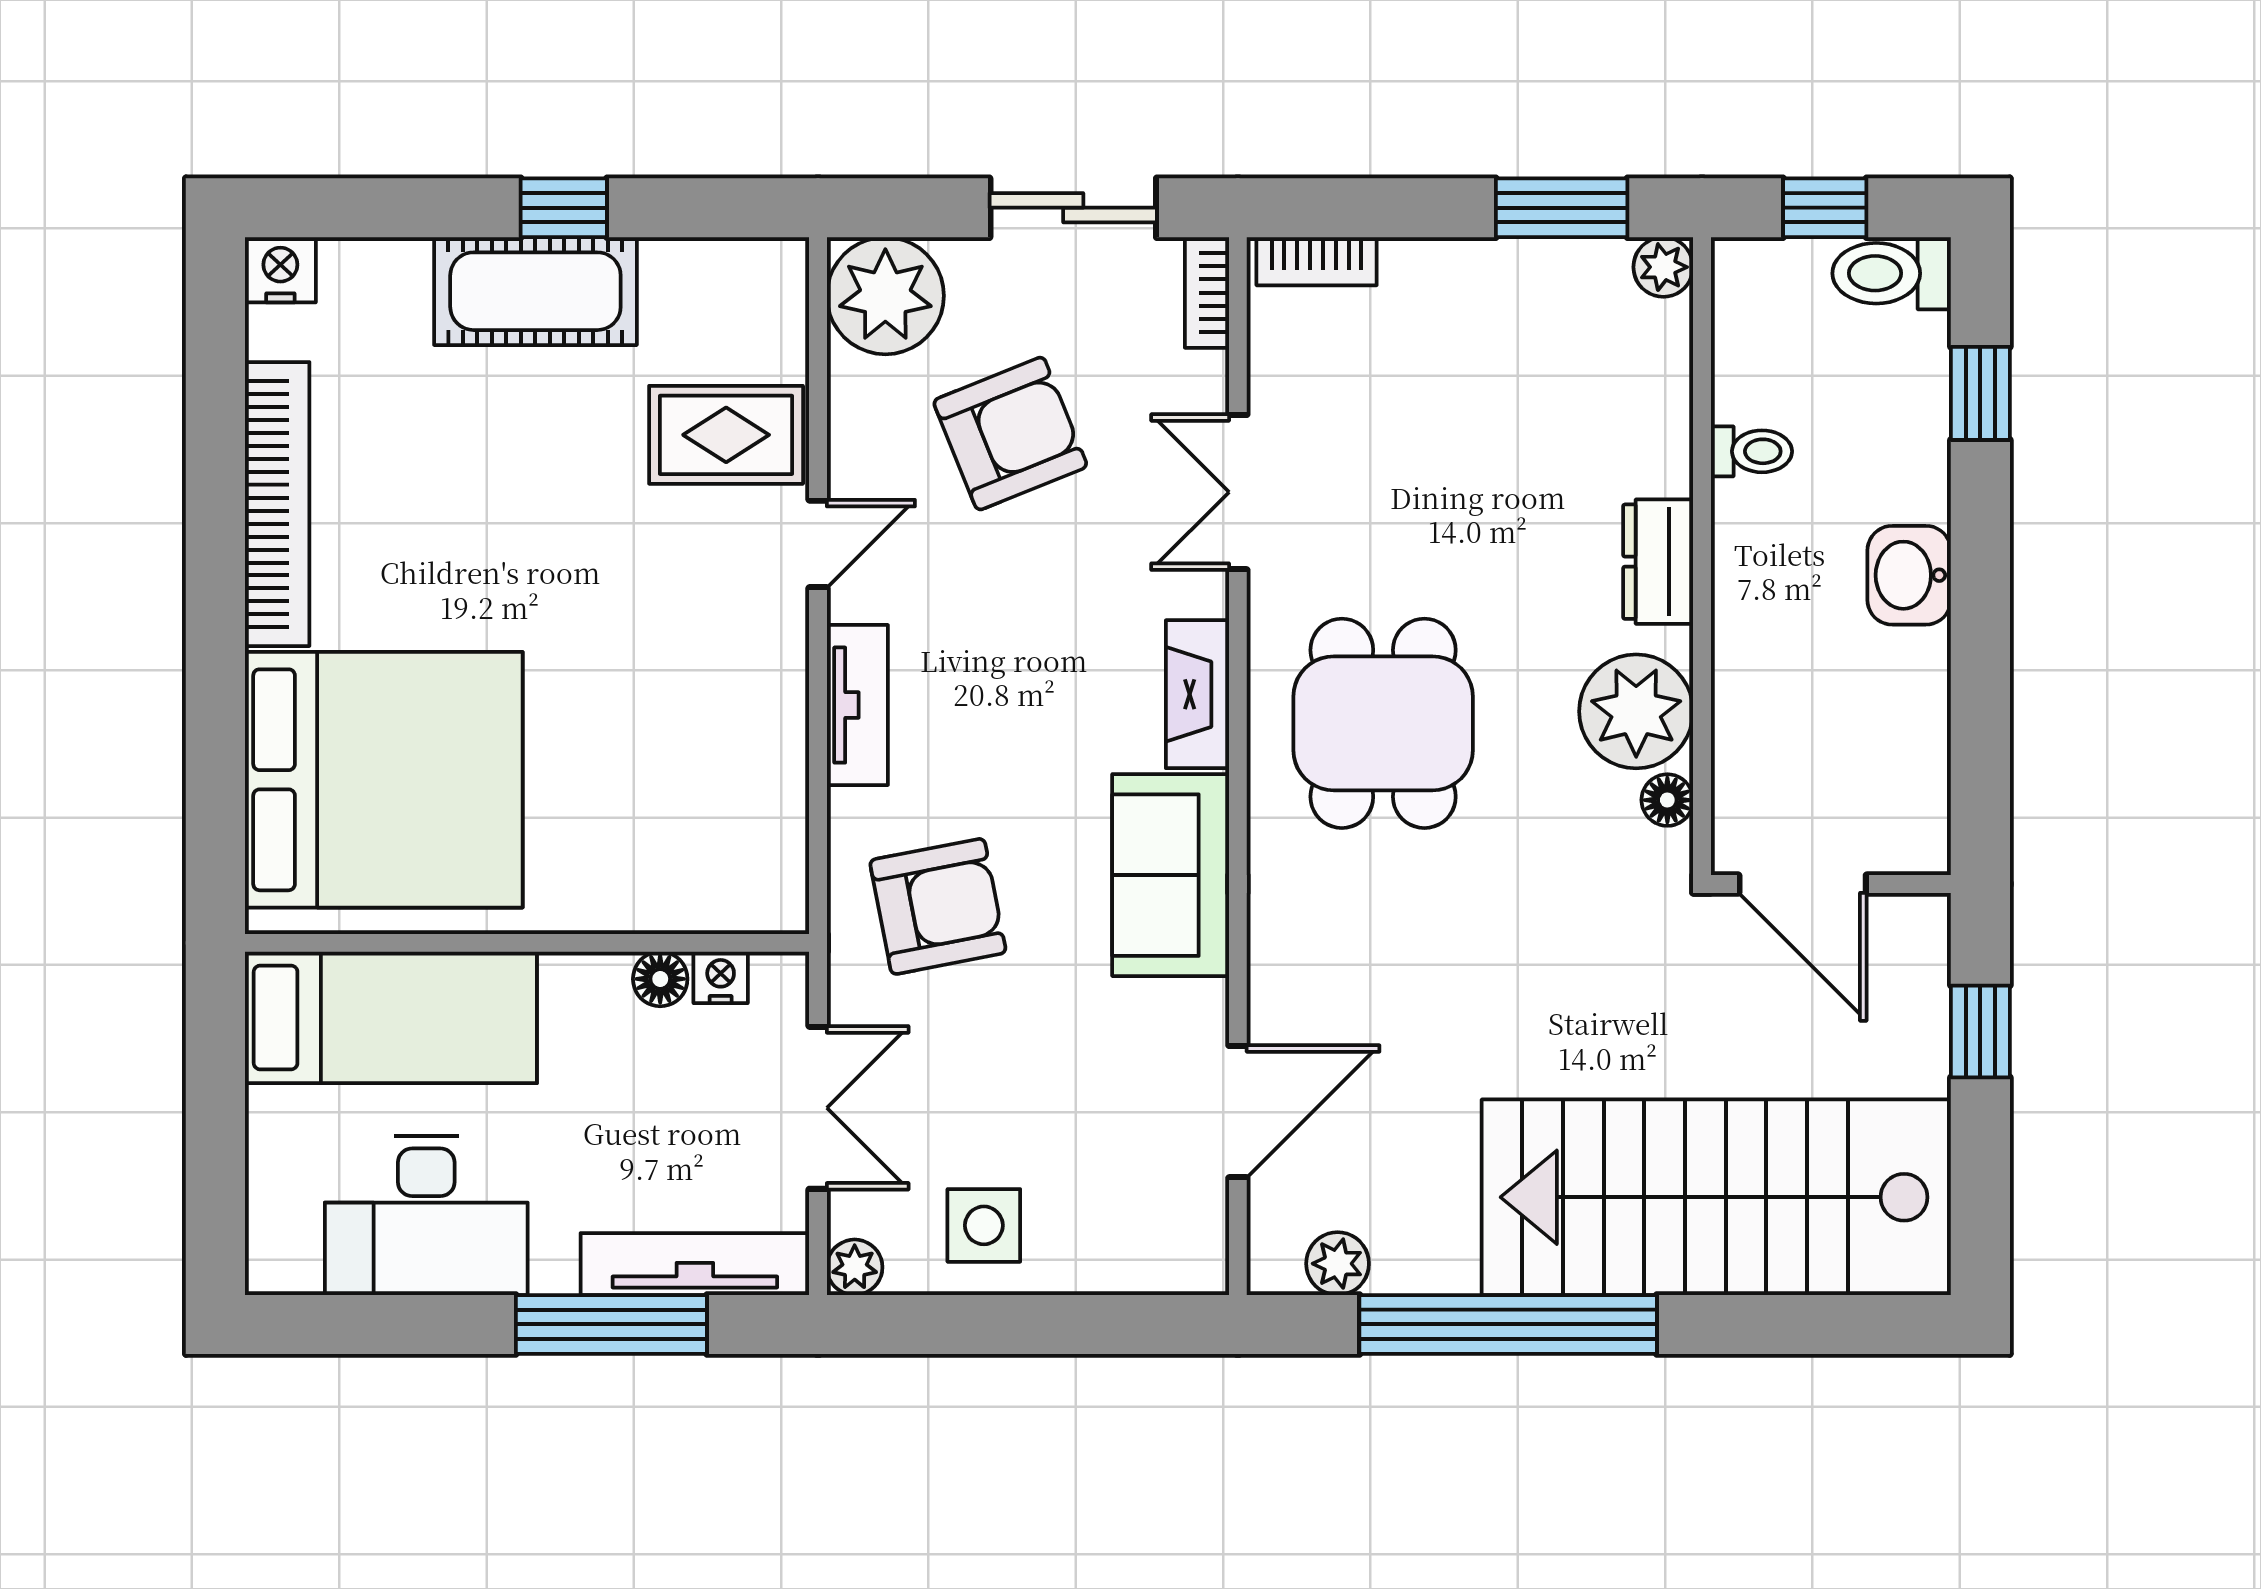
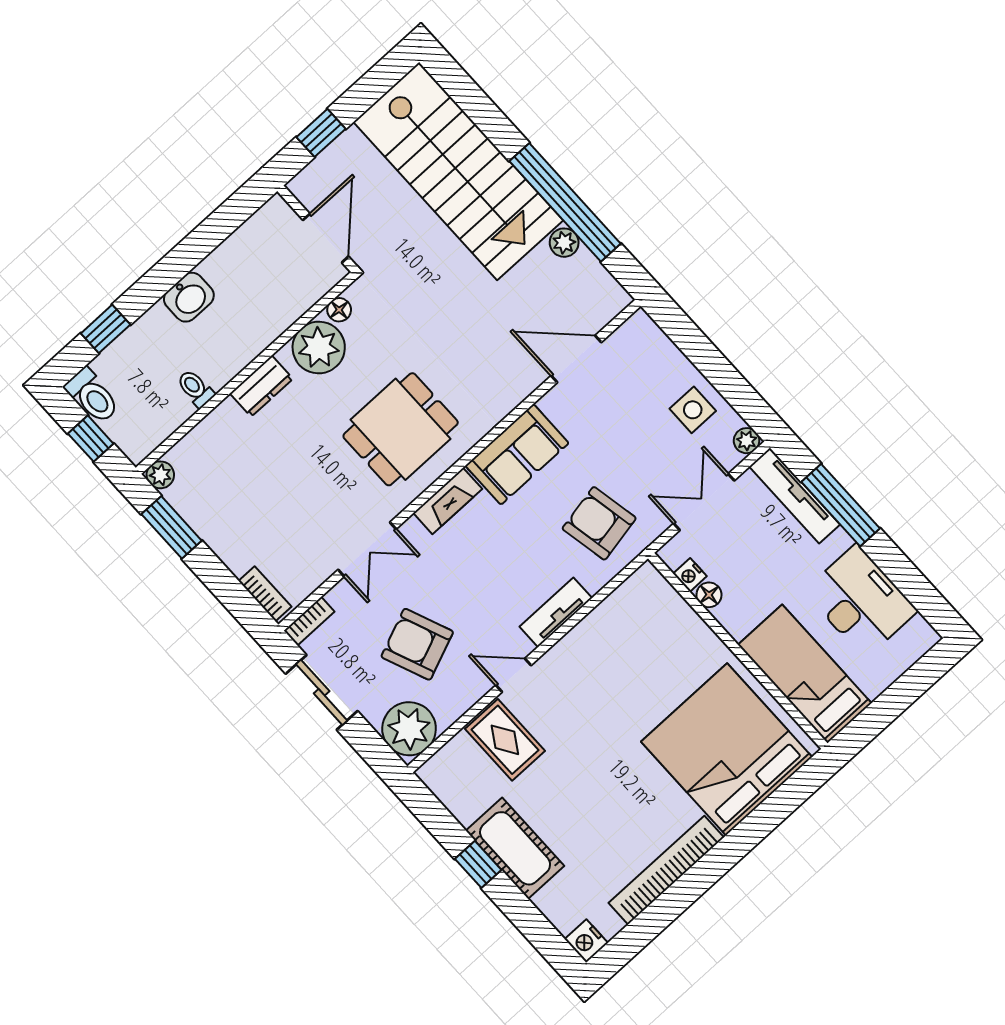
plant: (1338, 1264) -> (564, 243), moved

